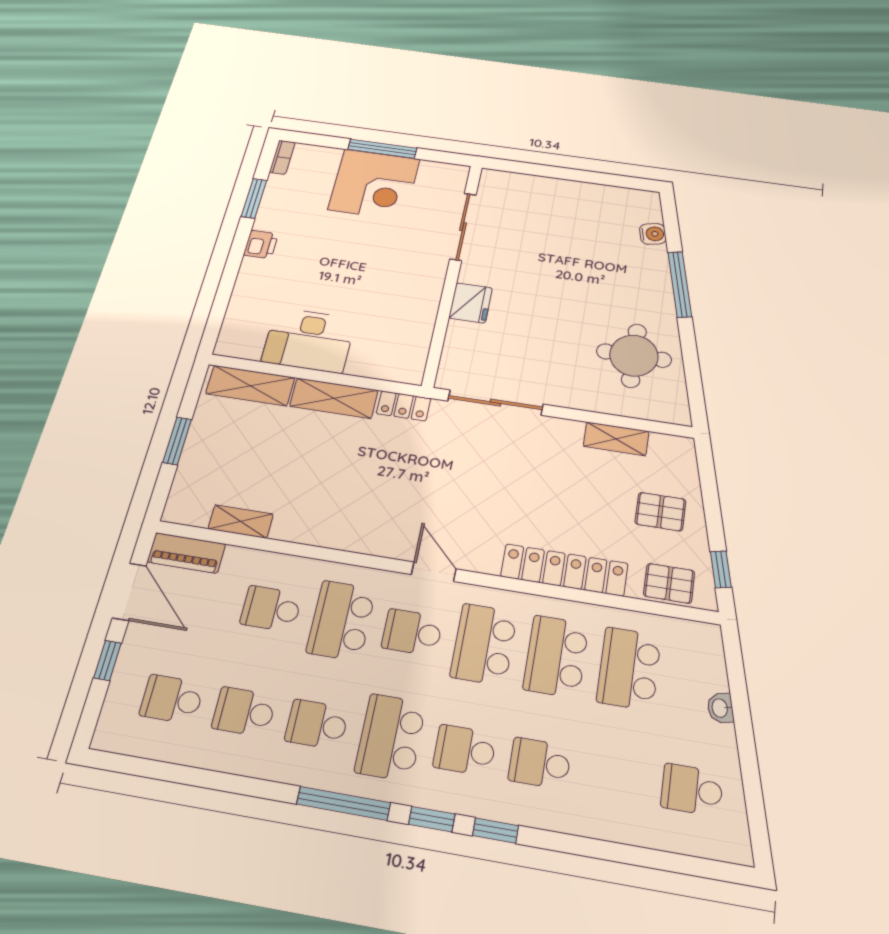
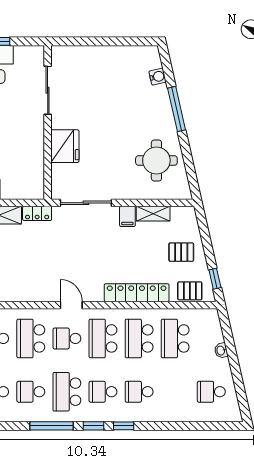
fridge: (471, 303) -> (65, 146), width x1.36, depth x1.34
filing cabinet: (568, 436) -> (127, 216), added

